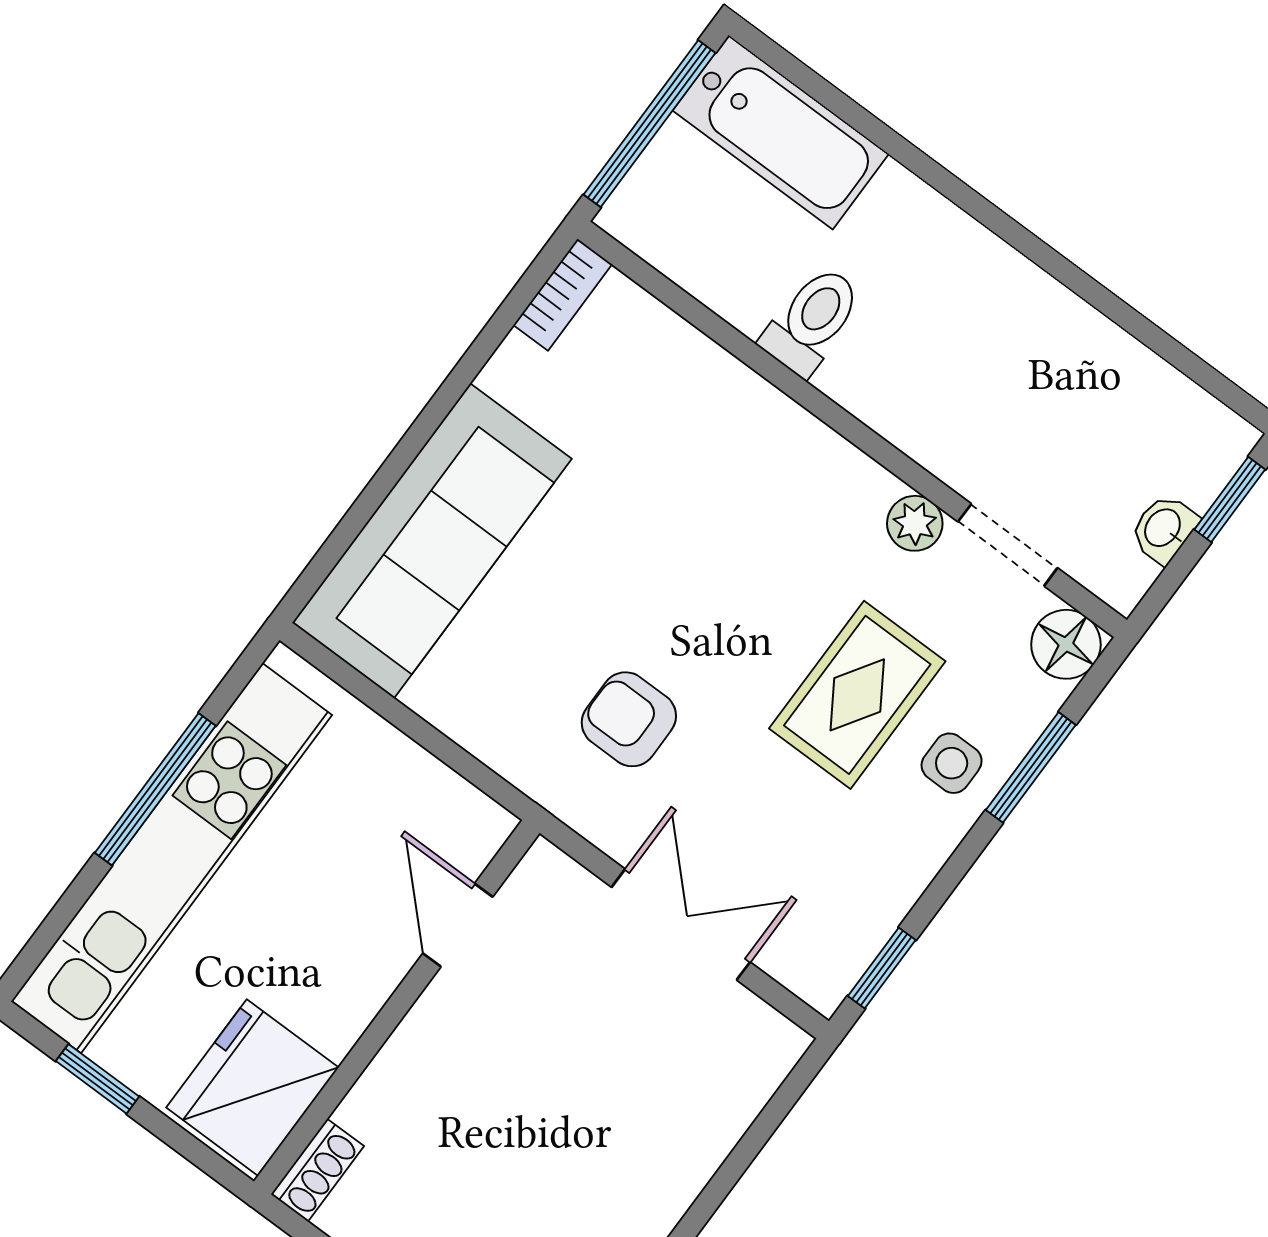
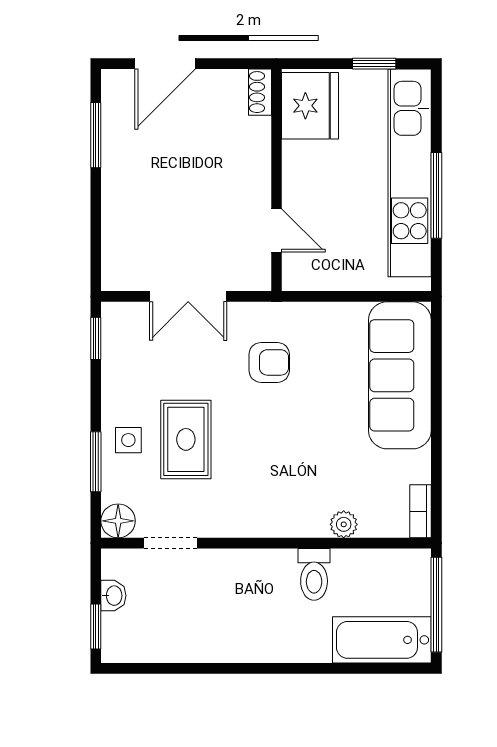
plant: (915, 523) -> (344, 524), moved

